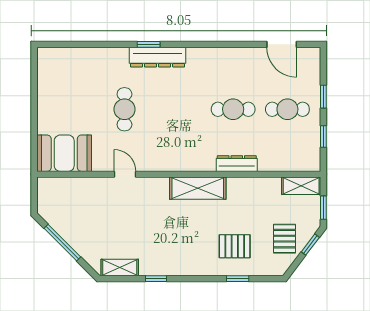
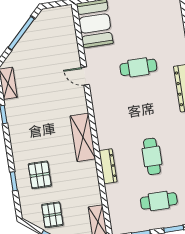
cafe table: (287, 109) -> (159, 201), turned 90
door: (125, 174) -> (85, 76), swing flipped
pallet: (285, 239) -> (52, 215), turned 90

